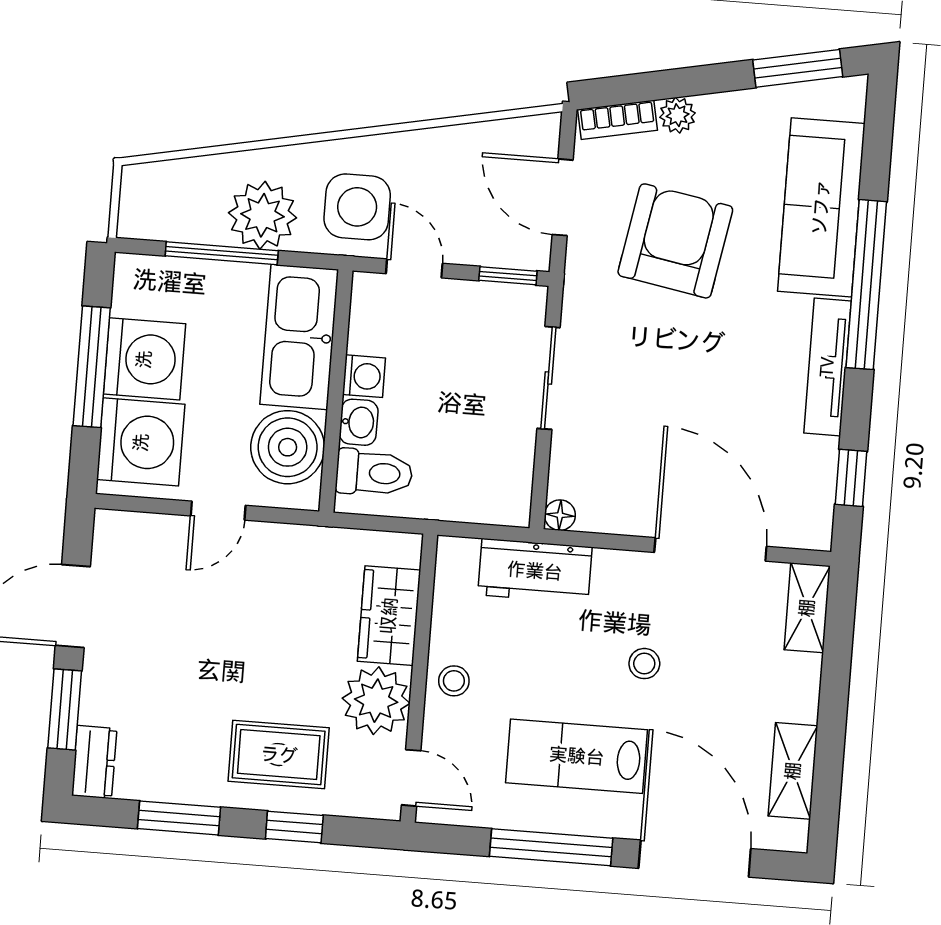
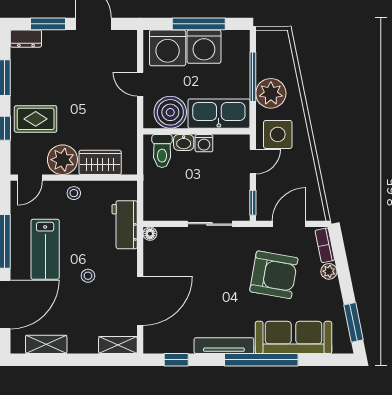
rug: (279, 755) -> (36, 119), turned 90
lab bench: (577, 756) -> (45, 249), turned 180

